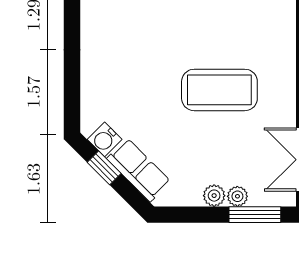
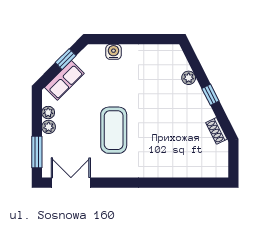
water cooler: (105, 139) -> (114, 52), moved, turned 45
plant: (237, 196) -> (48, 113), moved

